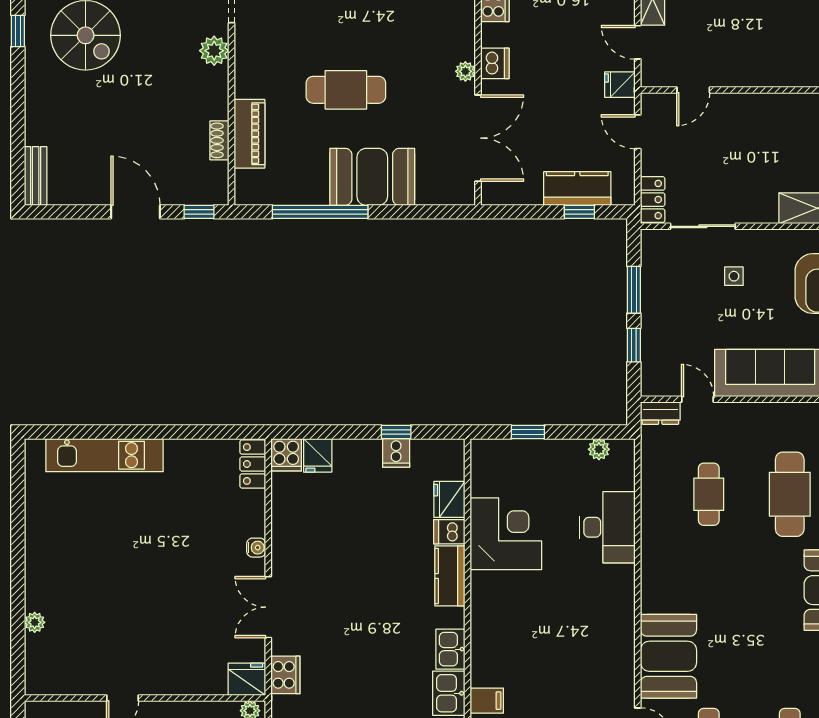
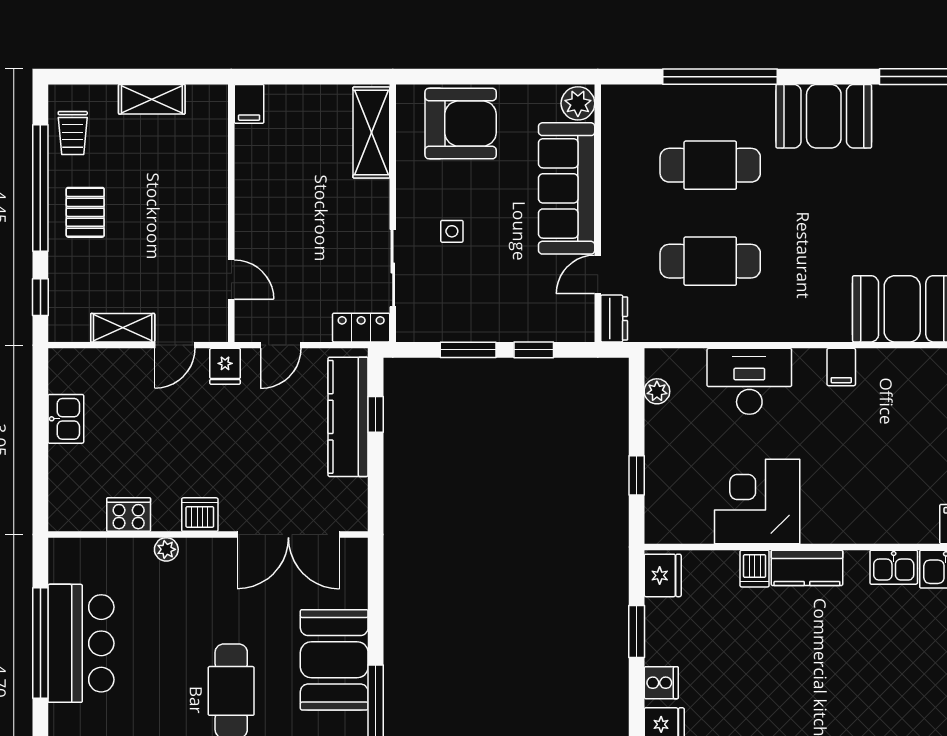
plant: (465, 71) -> (166, 549), moved
double door: (478, 138) -> (288, 535), swing flipped
kitchen counter: (577, 189) -> (348, 417), width x1.50
window: (396, 432) -> (637, 632), width x1.50
cooker: (396, 453) -> (661, 683), moved
cafe table: (709, 494) -> (710, 261), width x1.37, depth x1.35
fridge: (449, 499) -> (663, 575), moved, turned -90
filing cabinet: (619, 605) -> (841, 367), added

